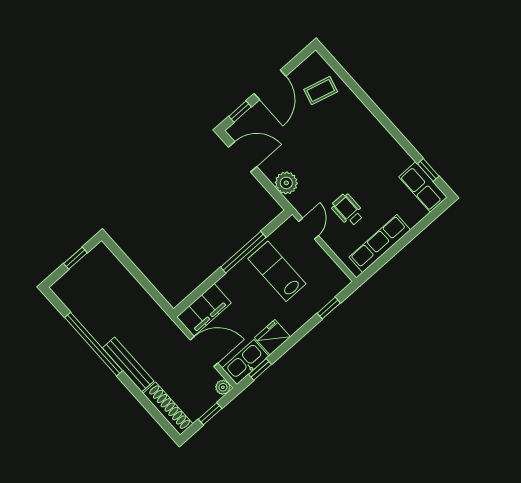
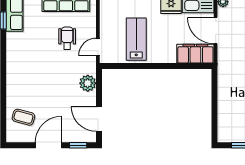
wheelchair: (348, 210) -> (67, 38), turned 180
window: (243, 252) -> (145, 66), removed
lab bench: (277, 271) -> (136, 39), turned 180

